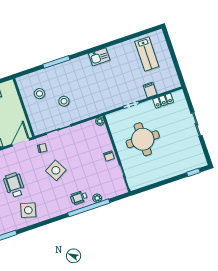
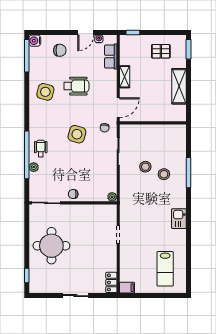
lab bench: (147, 54) -> (165, 269), turned -90
filing cabinet: (150, 90) -> (127, 288), moved
stool: (39, 94) -> (164, 174), moved
locker: (163, 101) -> (111, 282), moved
round table: (143, 139) -> (51, 246), moved
door: (21, 142) -> (118, 108), hinge flipped
side table: (56, 170) -> (77, 134), turned 45

